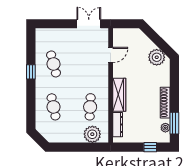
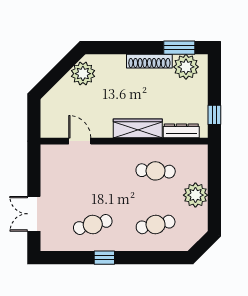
double door: (89, 24) -> (34, 214), moved
plant: (165, 128) -> (186, 67), width x1.87, depth x1.87
plant: (92, 134) -> (195, 195), moved
window: (150, 147) -> (214, 115), moved

